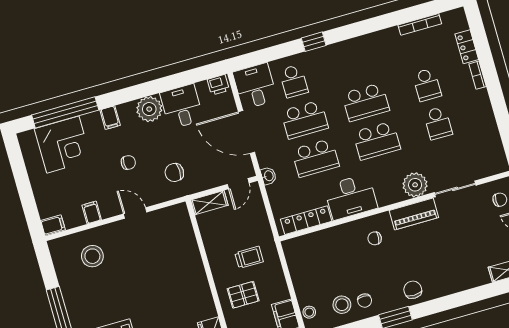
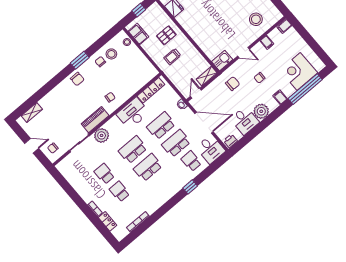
kitchen sink: (174, 216) -> (222, 61), added

